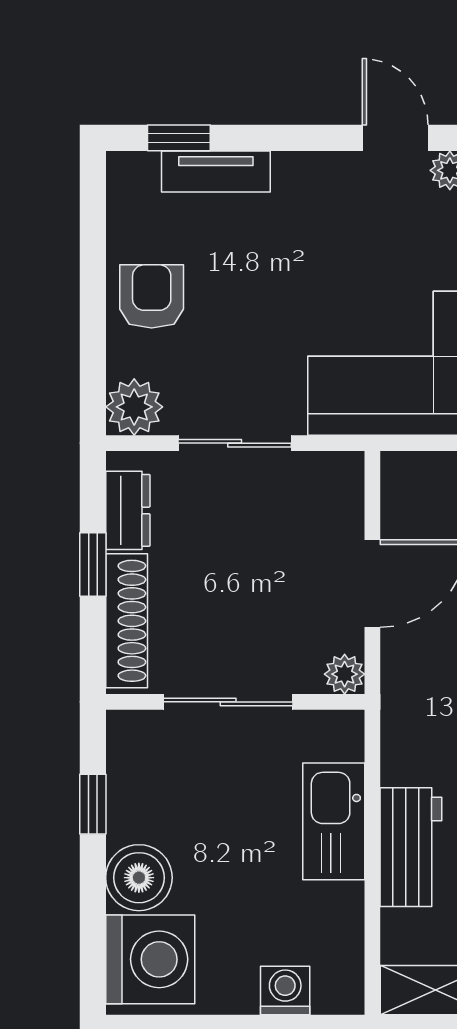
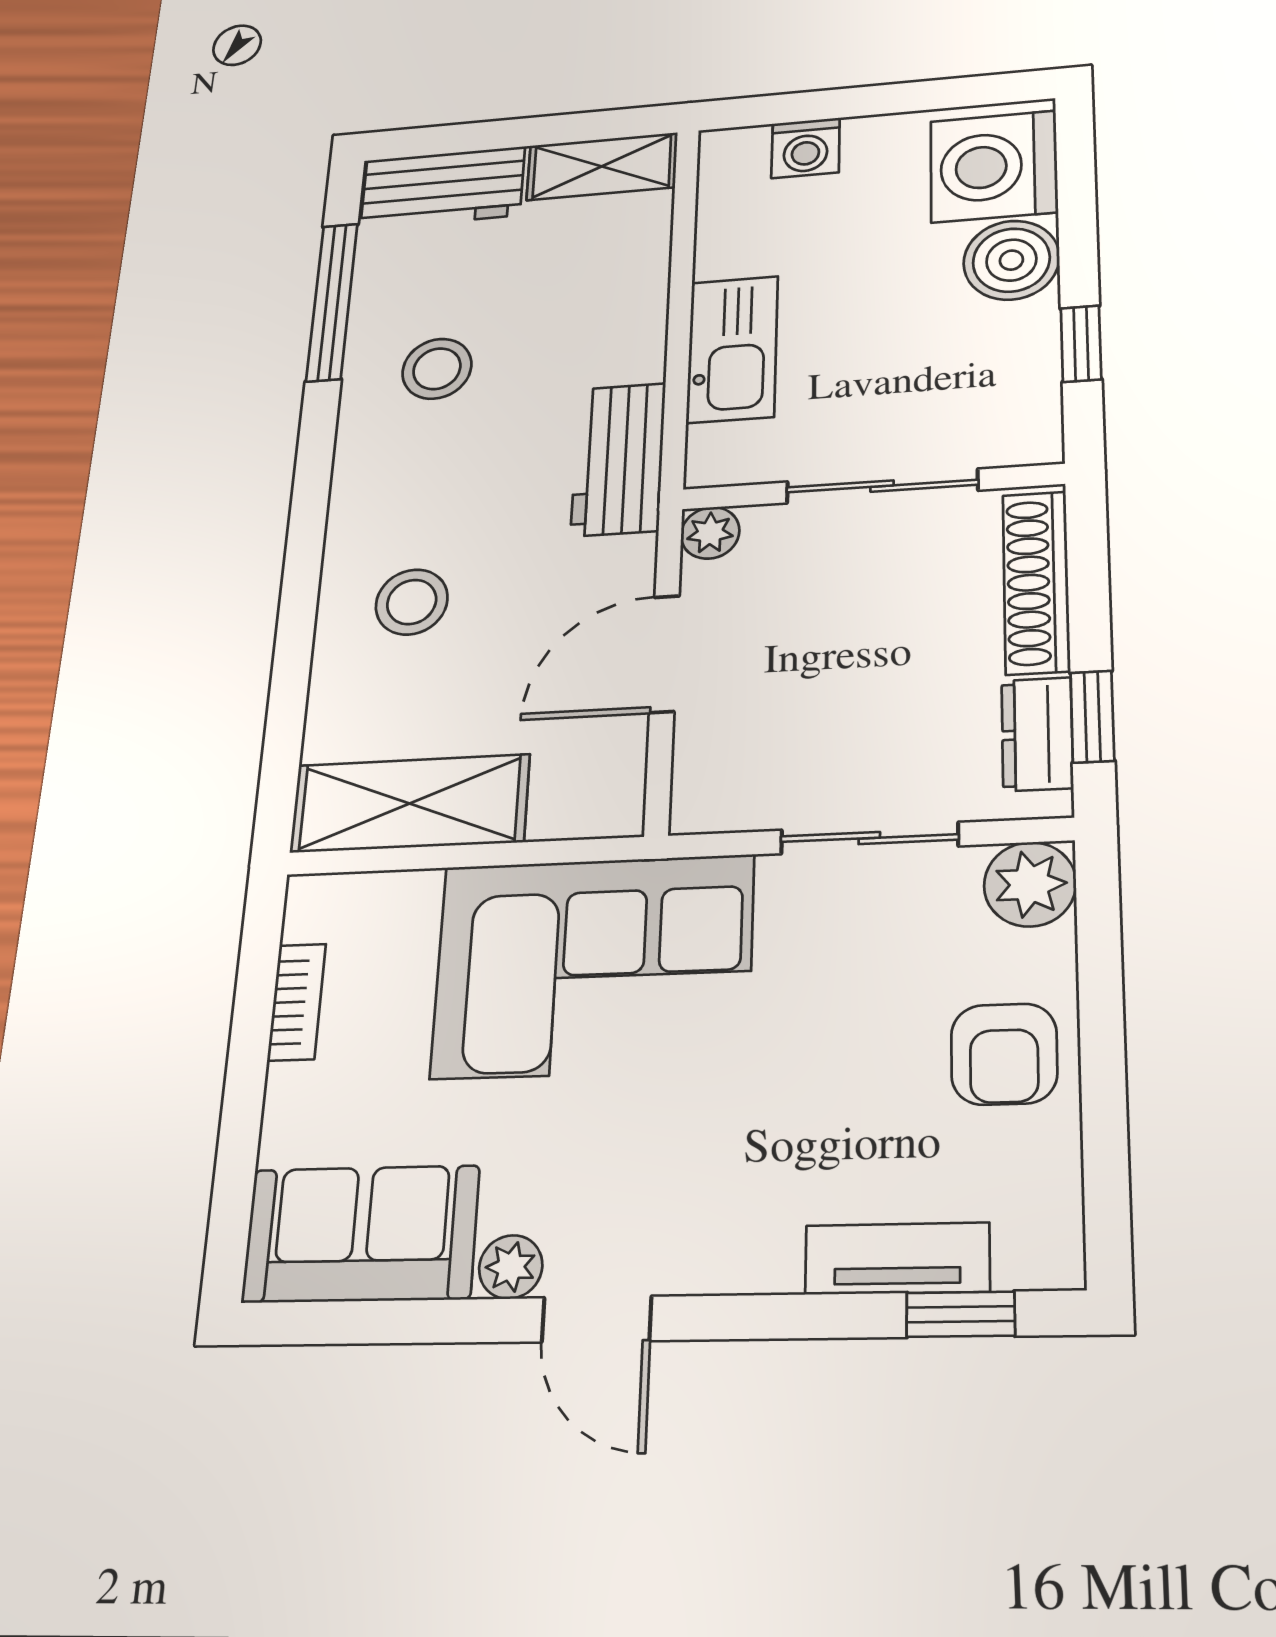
window: (93, 564) -> (1092, 717), moved
workbench: (411, 847) -> (618, 459), moved

